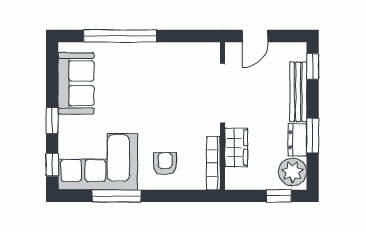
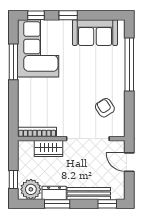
armchair: (165, 164) -> (105, 108), moved, turned -123

